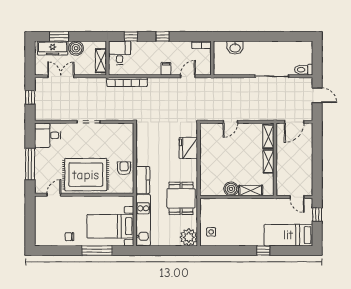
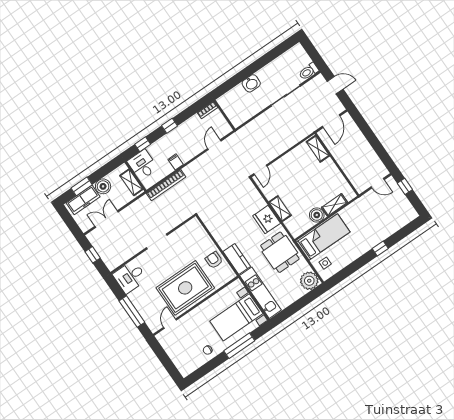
washbasin: (235, 48) -> (251, 83), moved
filing cabinet: (166, 69) -> (176, 162), moved
door: (230, 122) -> (260, 170), moved
fridge: (188, 148) -> (267, 220), moved
shelving: (269, 161) -> (280, 209), moved
bed: (288, 235) -> (323, 237), moved, turned 180

